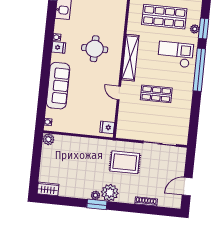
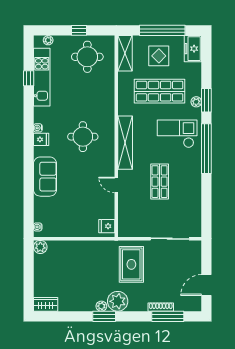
sofa: (58, 86) -> (45, 177), width x0.73
shop shelf: (156, 94) -> (160, 182), turned 90
rug: (125, 162) -> (131, 264), turned 90
window: (151, 210) -> (168, 316), added

